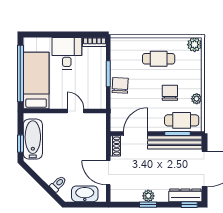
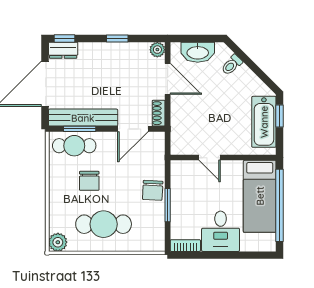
cafe table: (159, 59) -> (104, 224), width x1.37, depth x1.35
plant: (197, 99) -> (55, 173), removed
dresser: (185, 195) -> (63, 50), width x0.70
plant: (148, 196) -> (157, 50), moved

